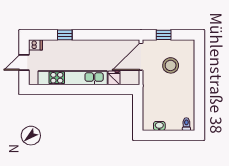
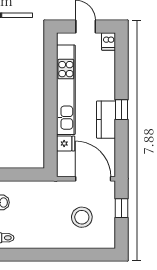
window: (65, 35) -> (122, 110), moved
kitchen counter: (96, 47) -> (106, 120), added

